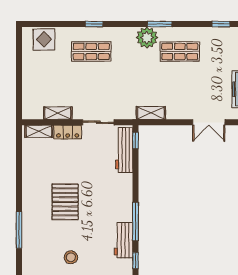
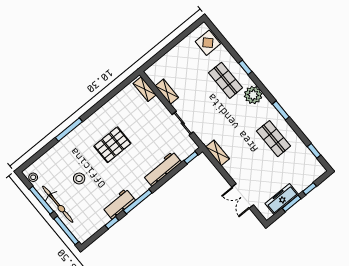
plant: (147, 38) -> (253, 95), moved
locker: (68, 132) -> (160, 108), removed
workbench: (124, 150) -> (162, 169), moved

